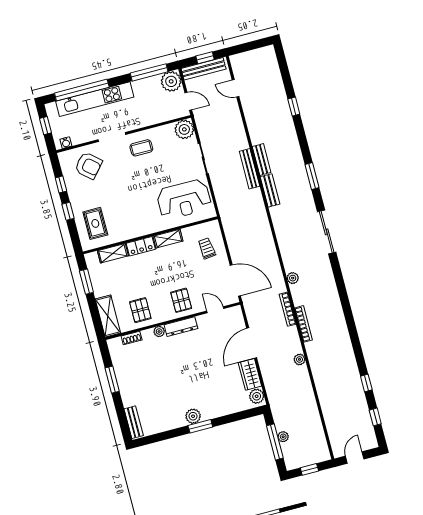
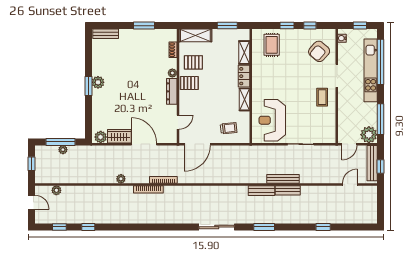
plant: (184, 129) -> (328, 135), removed
rug: (95, 223) -> (272, 45), turned 90
plant: (293, 278) -> (56, 190), moved
pallet: (181, 300) -> (189, 83), moved

